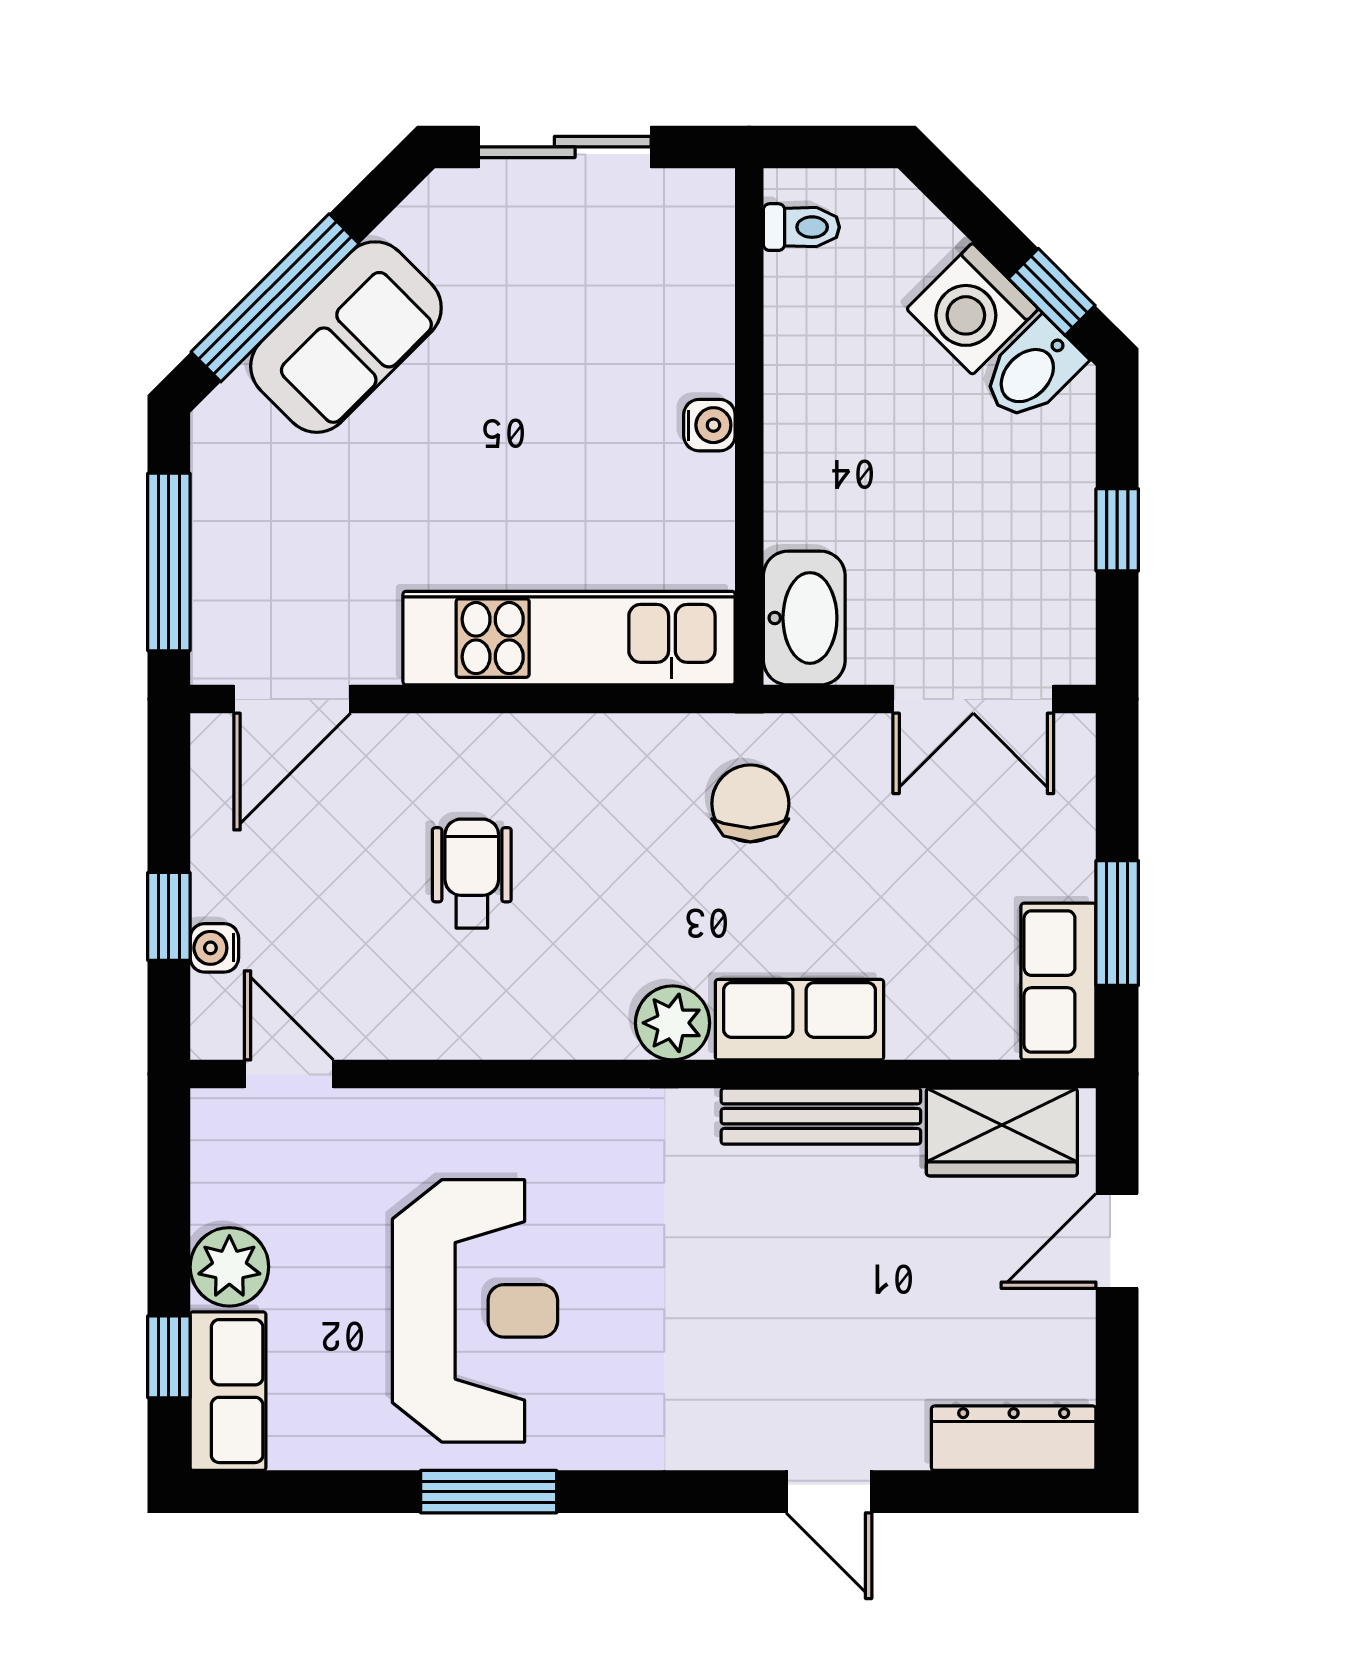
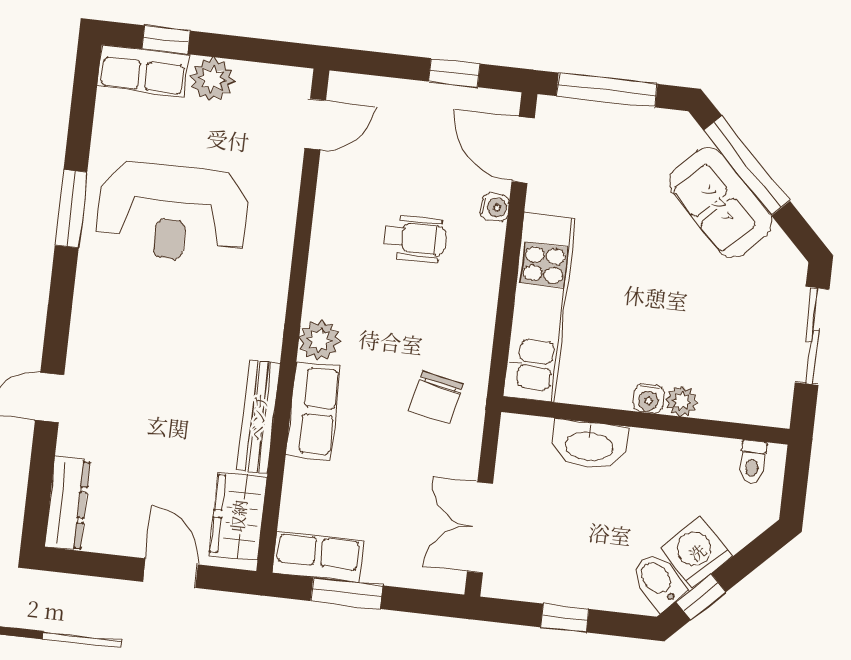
plant: (707, 366) -> (681, 401), added
washbasin: (804, 618) -> (589, 445), moved
chair: (750, 803) -> (436, 397), turned 102
window: (169, 916) -> (454, 73), moved
water cooler: (214, 948) -> (495, 207), moved, turned 90

